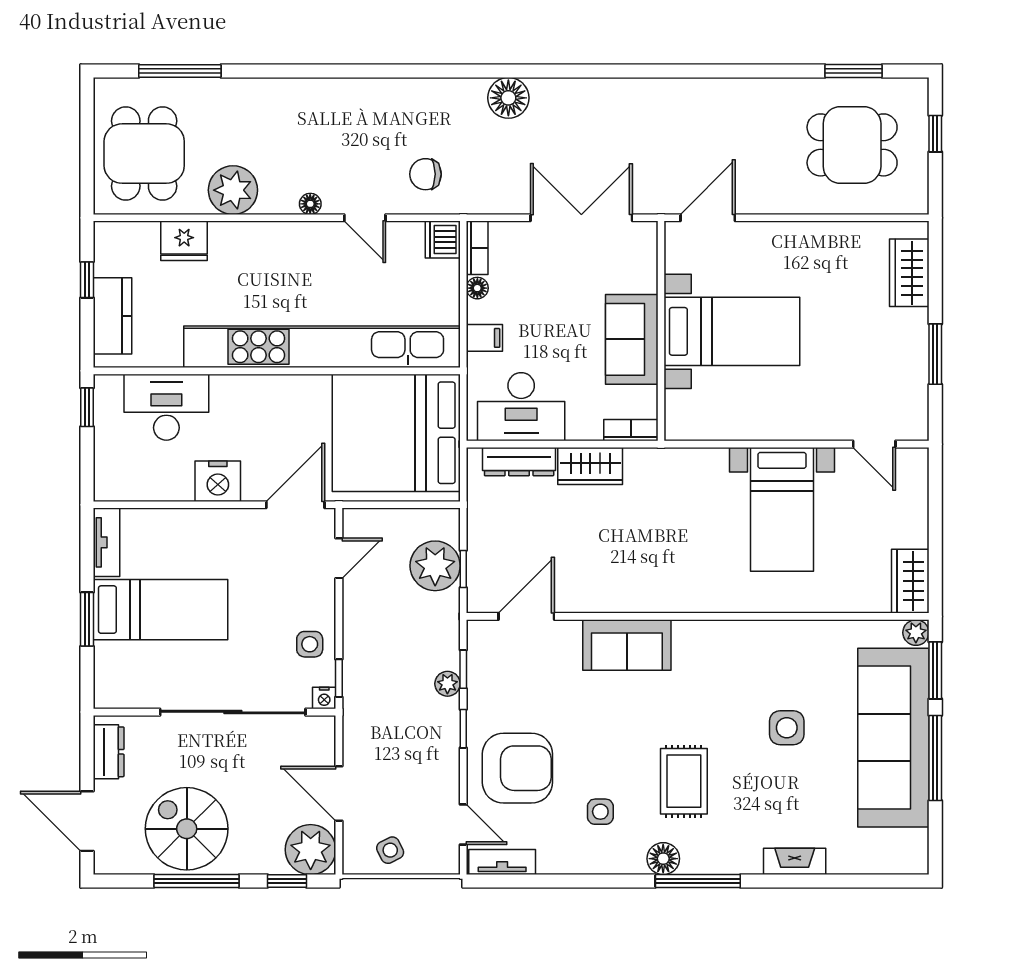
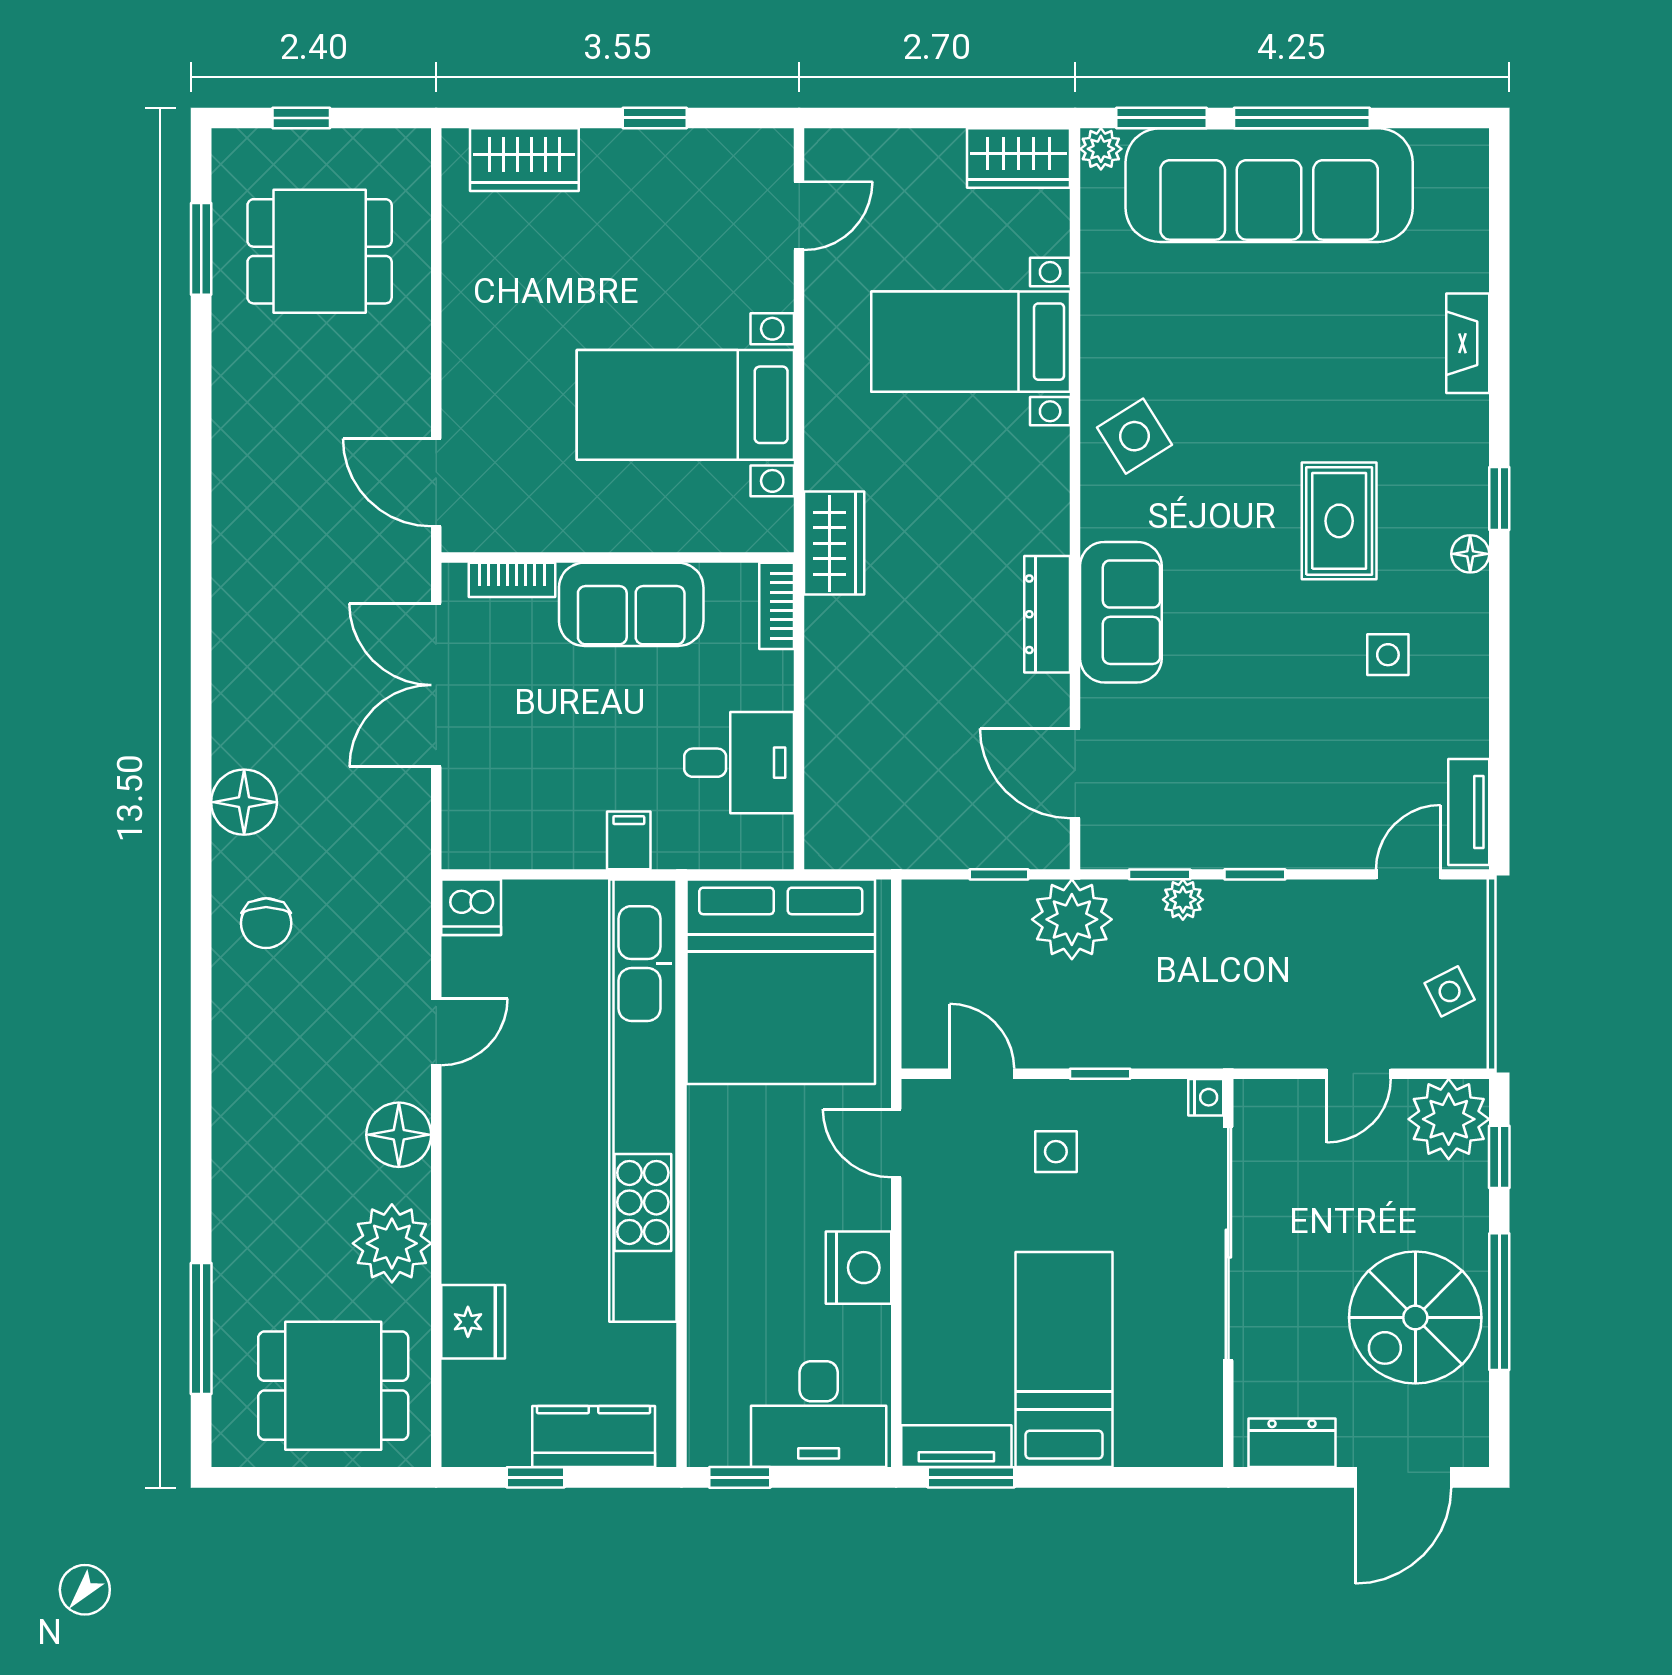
dining table: (852, 145) -> (320, 251), turned 90
chair: (425, 174) -> (266, 923), moved
floor lamp: (310, 204) -> (399, 1135), width x1.89, depth x1.89
bookcase: (477, 248) -> (512, 580), moved, turned 180
floor lamp: (477, 288) -> (549, 852), removed
bed with nightstands: (732, 331) -> (685, 405), moved, turned -90
window: (935, 354) -> (655, 118), width x0.67
desk: (166, 407) -> (819, 1414), moved, turned -90
desk: (521, 407) -> (739, 763), width x0.73
dresser: (519, 462) -> (1047, 614), moved, turned 180
wardrobe: (590, 466) -> (834, 543), moved
door: (295, 505) -> (896, 1143), width x0.73
bed with nightstands: (782, 509) -> (971, 342), moved, turned 180
plant: (435, 566) -> (1072, 919), moved
window: (87, 619) -> (971, 1477), moved
side table: (310, 644) -> (1056, 1152), moved
window: (339, 678) -> (1100, 1074), moved
side table: (787, 728) -> (1134, 436), moved, turned -32
armchair: (517, 768) -> (1318, 787), removed
rug: (684, 781) -> (1339, 521), turned 90
door: (339, 794) -> (1359, 1074), width x0.73
floor lamp: (663, 859) -> (1470, 554), width x0.73, depth x0.73
window: (698, 881) -> (1499, 499), width x0.46

